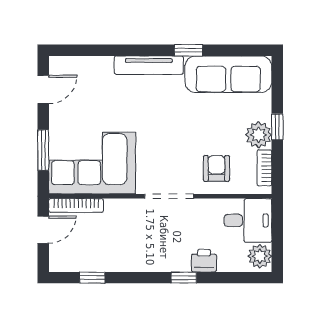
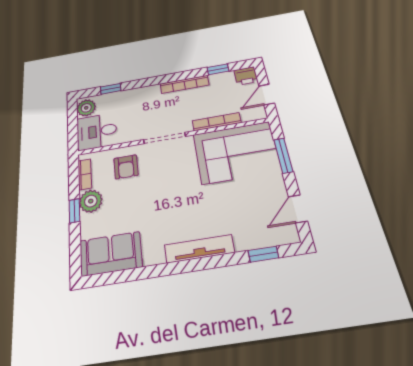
window: (188, 50) -> (263, 254), moved
sofa: (228, 74) -> (111, 254), width x0.73
bookcase: (76, 205) -> (217, 122), moved
printer: (204, 261) -> (246, 76), moved
bookcase: (136, 265) -> (184, 84), added
window: (184, 278) -> (111, 89), moved

